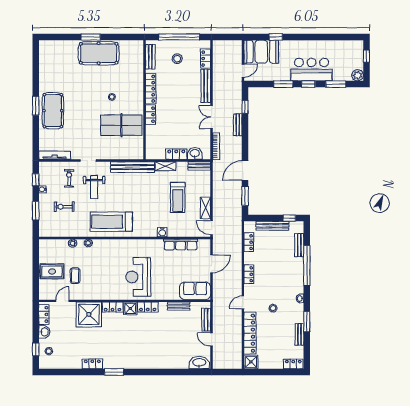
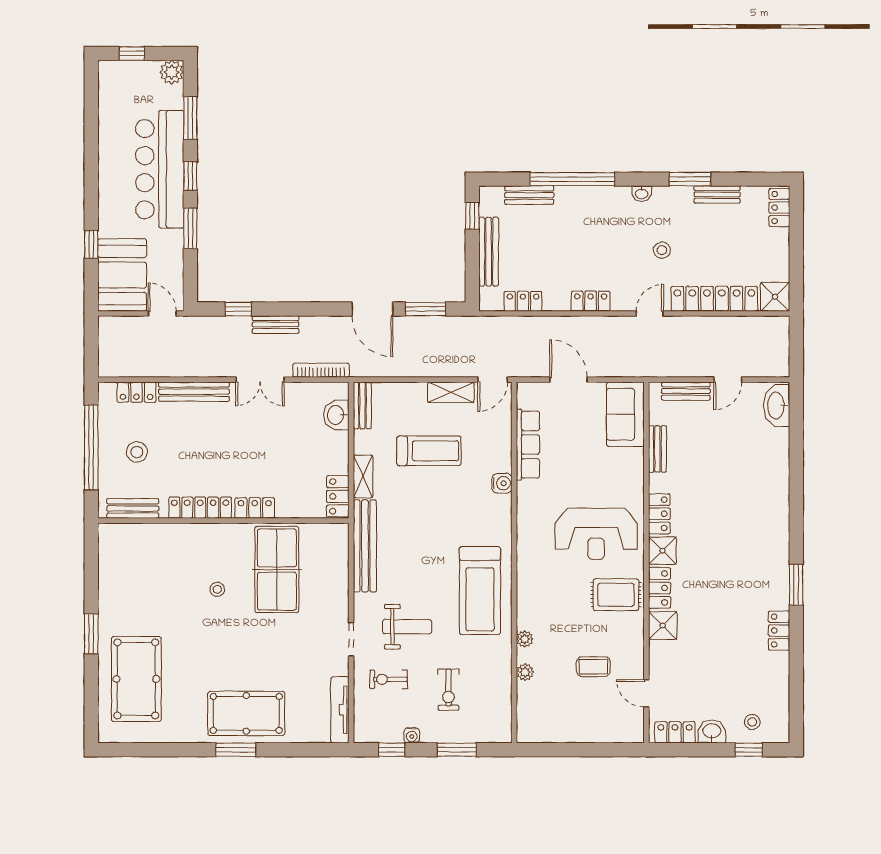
pool table: (99, 53) -> (136, 679), moved
bar counter: (312, 70) -> (160, 169), width x1.36
locker: (176, 154) -> (338, 496), moved
rug: (52, 271) -> (616, 595), moved, turned 90
door: (243, 302) -> (650, 313), swing flipped
shower: (89, 314) -> (663, 626), width x0.54, depth x0.54

